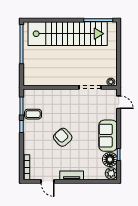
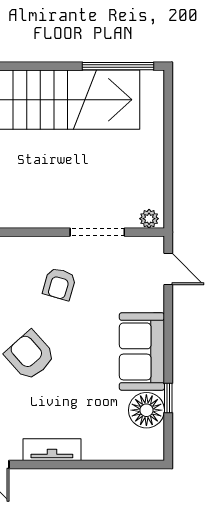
armchair: (75, 108) -> (59, 284), added
plant: (111, 173) -> (150, 445), removed

